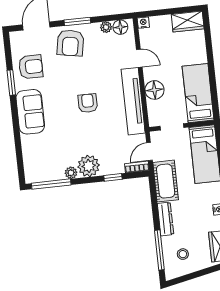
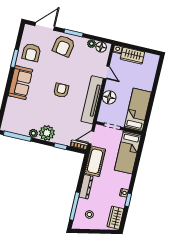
wardrobe: (188, 22) -> (132, 56), moved
armchair: (31, 67) -> (31, 52), turned 90

